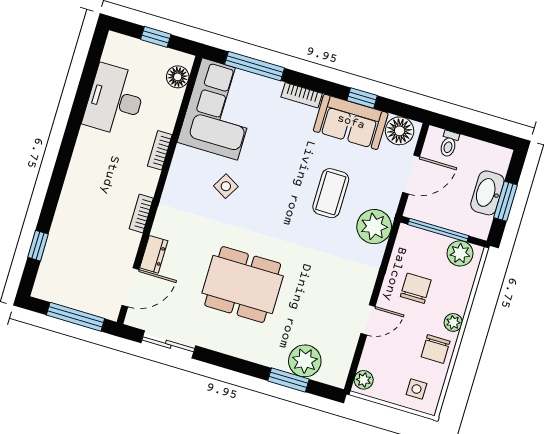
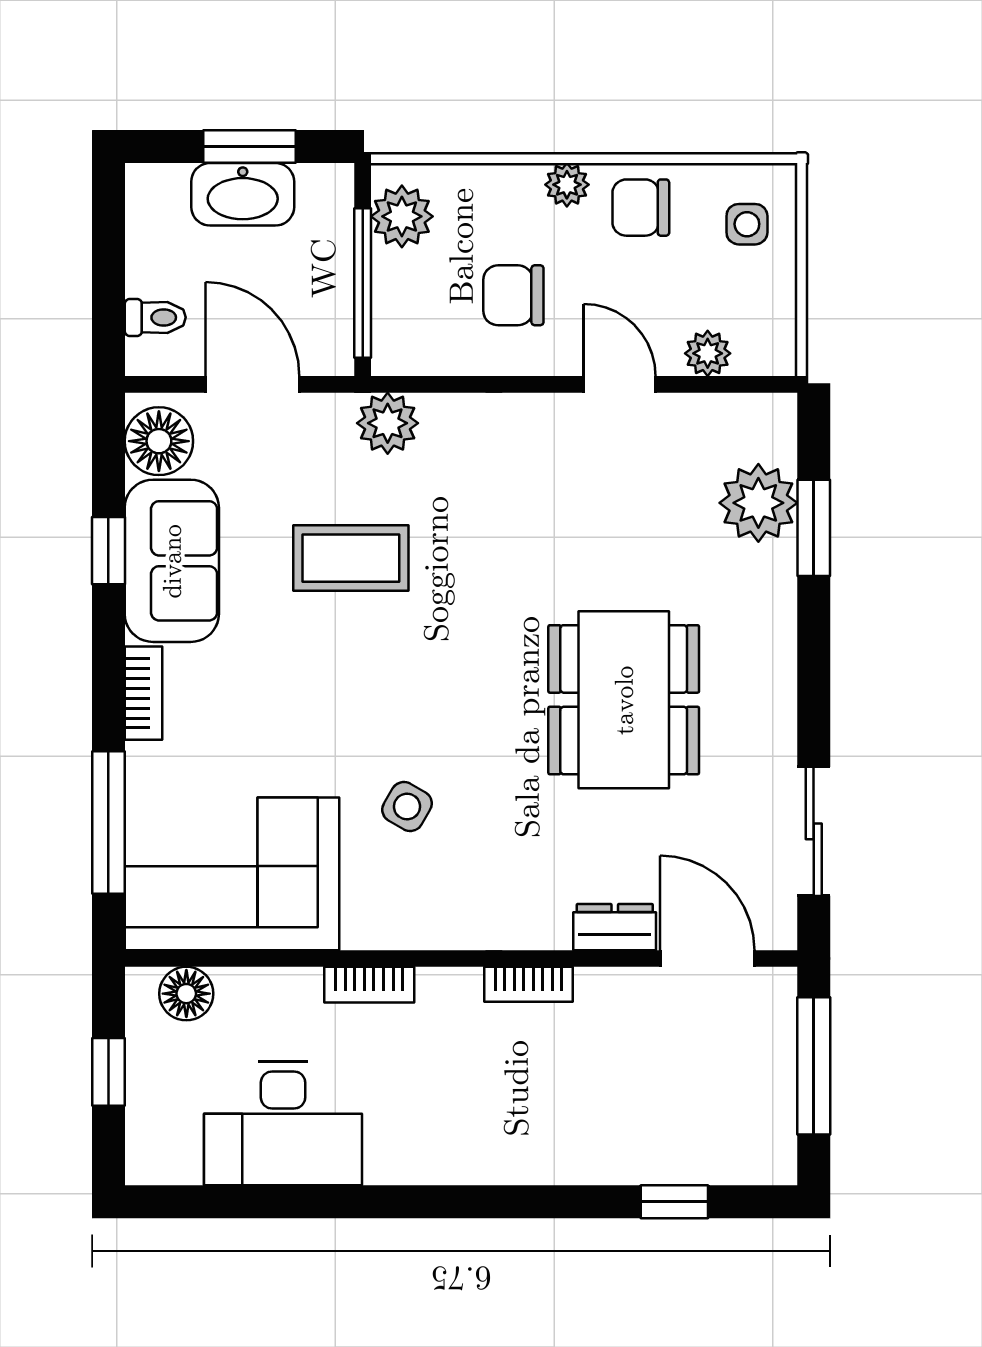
plant: (374, 227) -> (388, 423), width x0.73, depth x0.73
chair: (436, 349) -> (641, 208), turned 180
plant: (364, 380) -> (708, 353), moved

